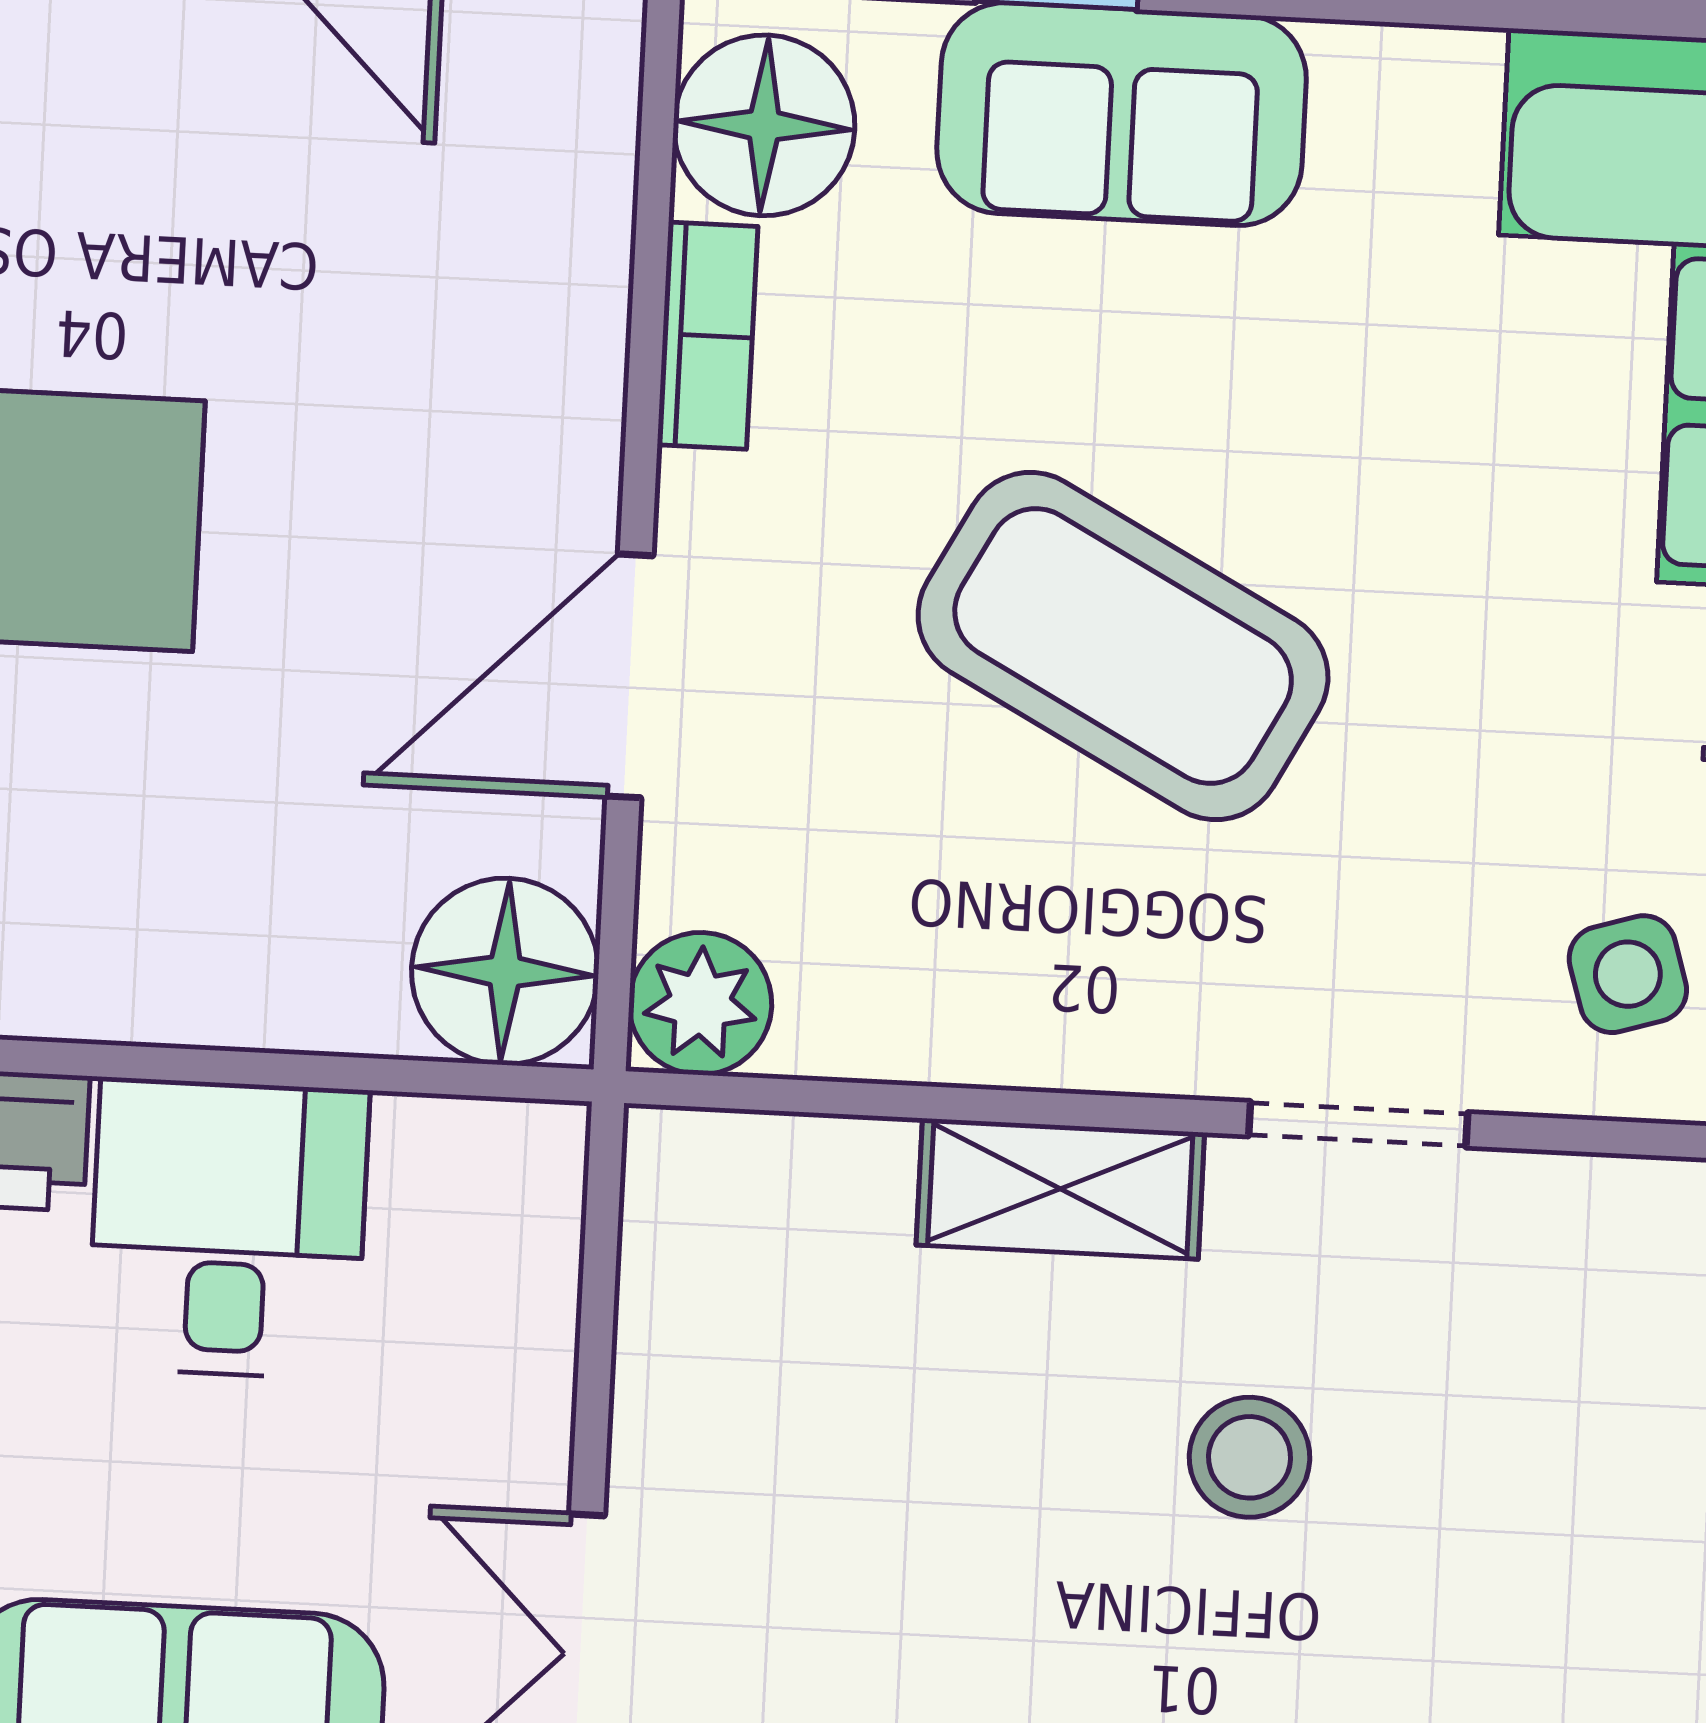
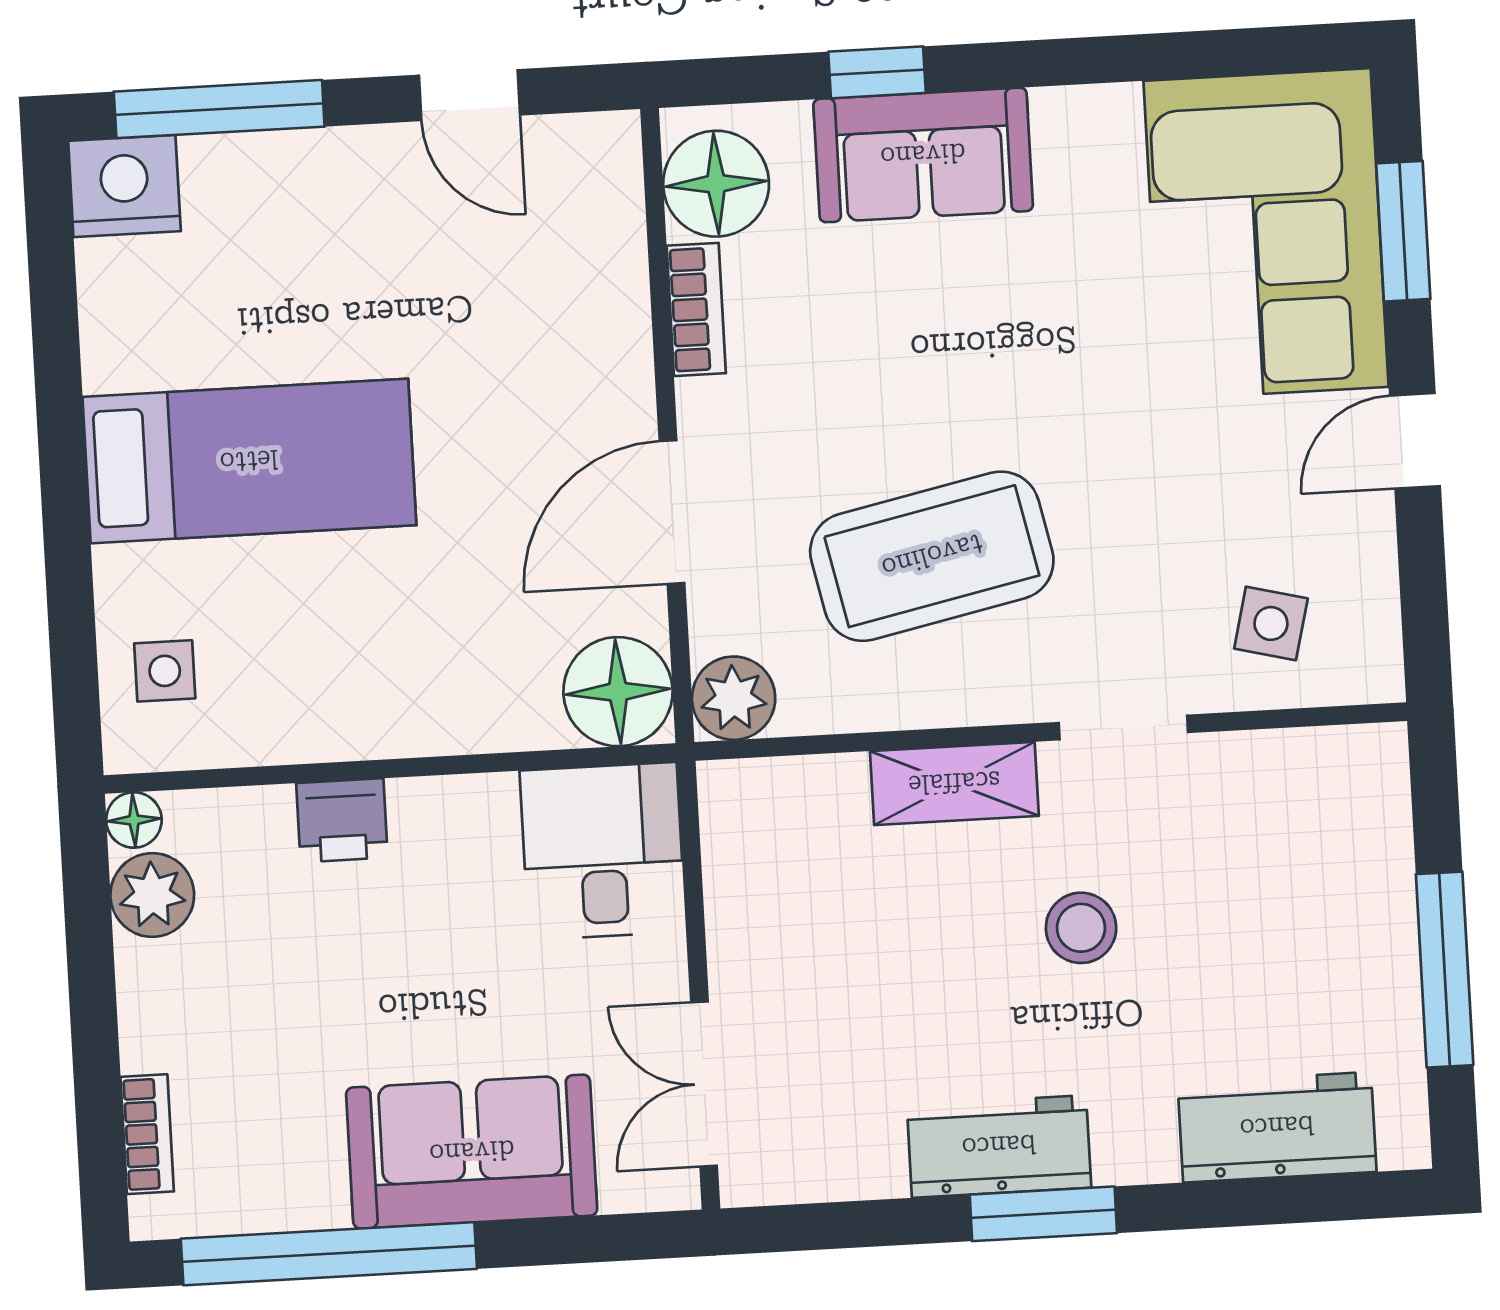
coffee table: (1123, 646) -> (932, 556), moved, turned -40
side table: (1628, 974) -> (1271, 623), turned 31
desk: (228, 1229) -> (603, 851), moved

